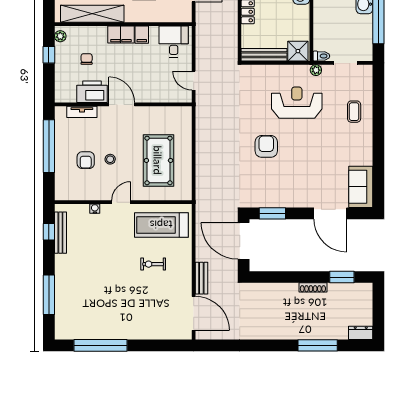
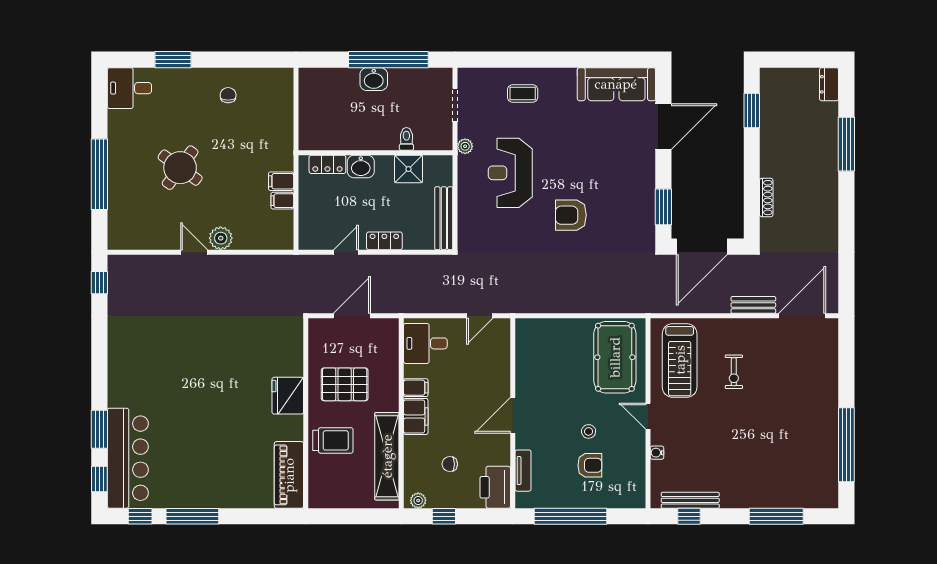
shower: (298, 51) -> (409, 169), moved
toilet: (321, 56) -> (406, 139), moved
printer: (92, 92) -> (495, 487), moved
pool table: (158, 160) -> (615, 357), moved, turned 90
sofa: (361, 187) -> (616, 84), width x1.36
shoe rack: (313, 287) -> (766, 198), moved

